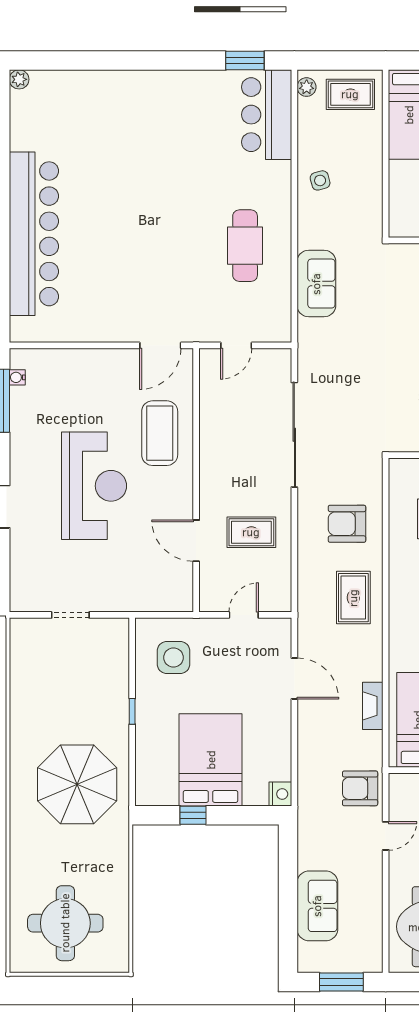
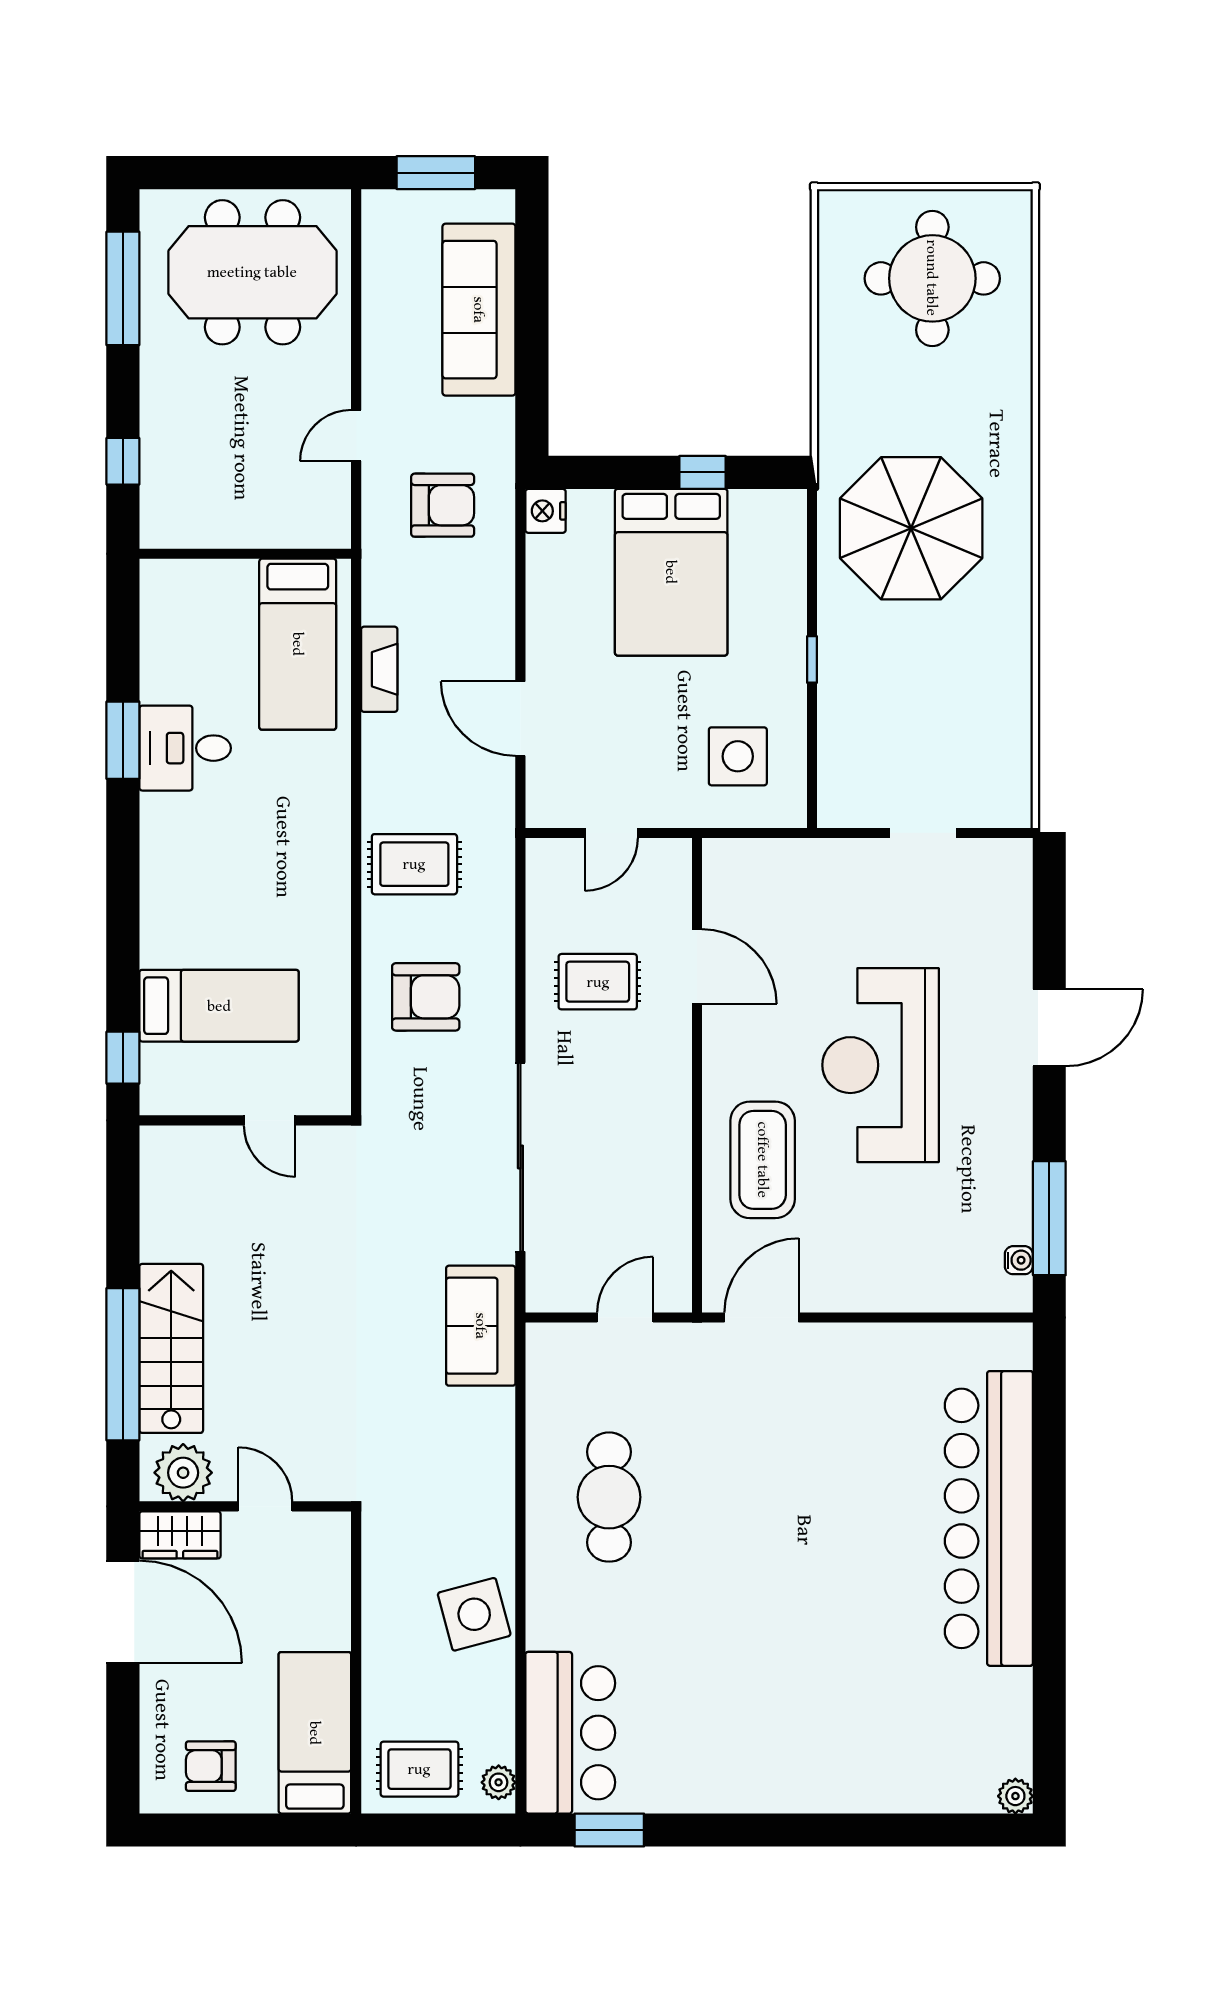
side table: (320, 180) -> (474, 1614), width x1.87, depth x1.87
sofa: (316, 284) -> (481, 1326), moved
rug: (353, 598) -> (414, 864), turned 90
armchair: (360, 788) -> (443, 505), moved
sofa: (317, 906) -> (479, 310), width x1.36

